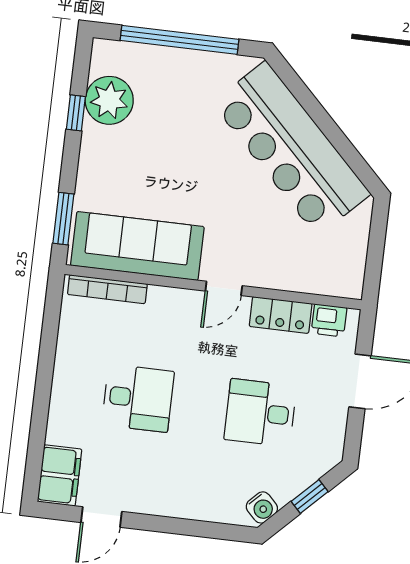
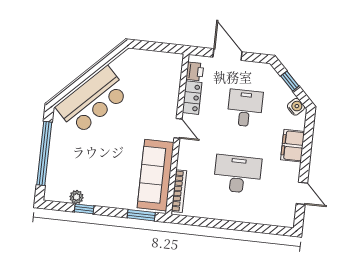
plant: (109, 100) -> (76, 197), width x0.53, depth x0.53
bar counter: (291, 148) -> (93, 100), width x0.73
desk: (138, 398) -> (238, 174), width x1.37
desk: (260, 413) -> (245, 108), turned 180
filing cabinet: (60, 475) -> (293, 146), moved, turned -90

